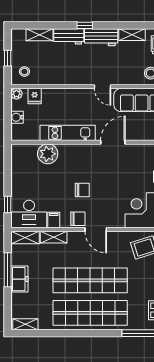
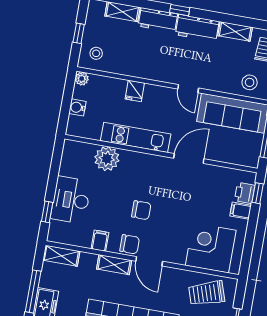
fridge: (35, 96) -> (135, 91), moved
desk: (29, 214) -> (71, 200), moved, turned 90
shelving: (54, 237) -> (114, 265), moved

